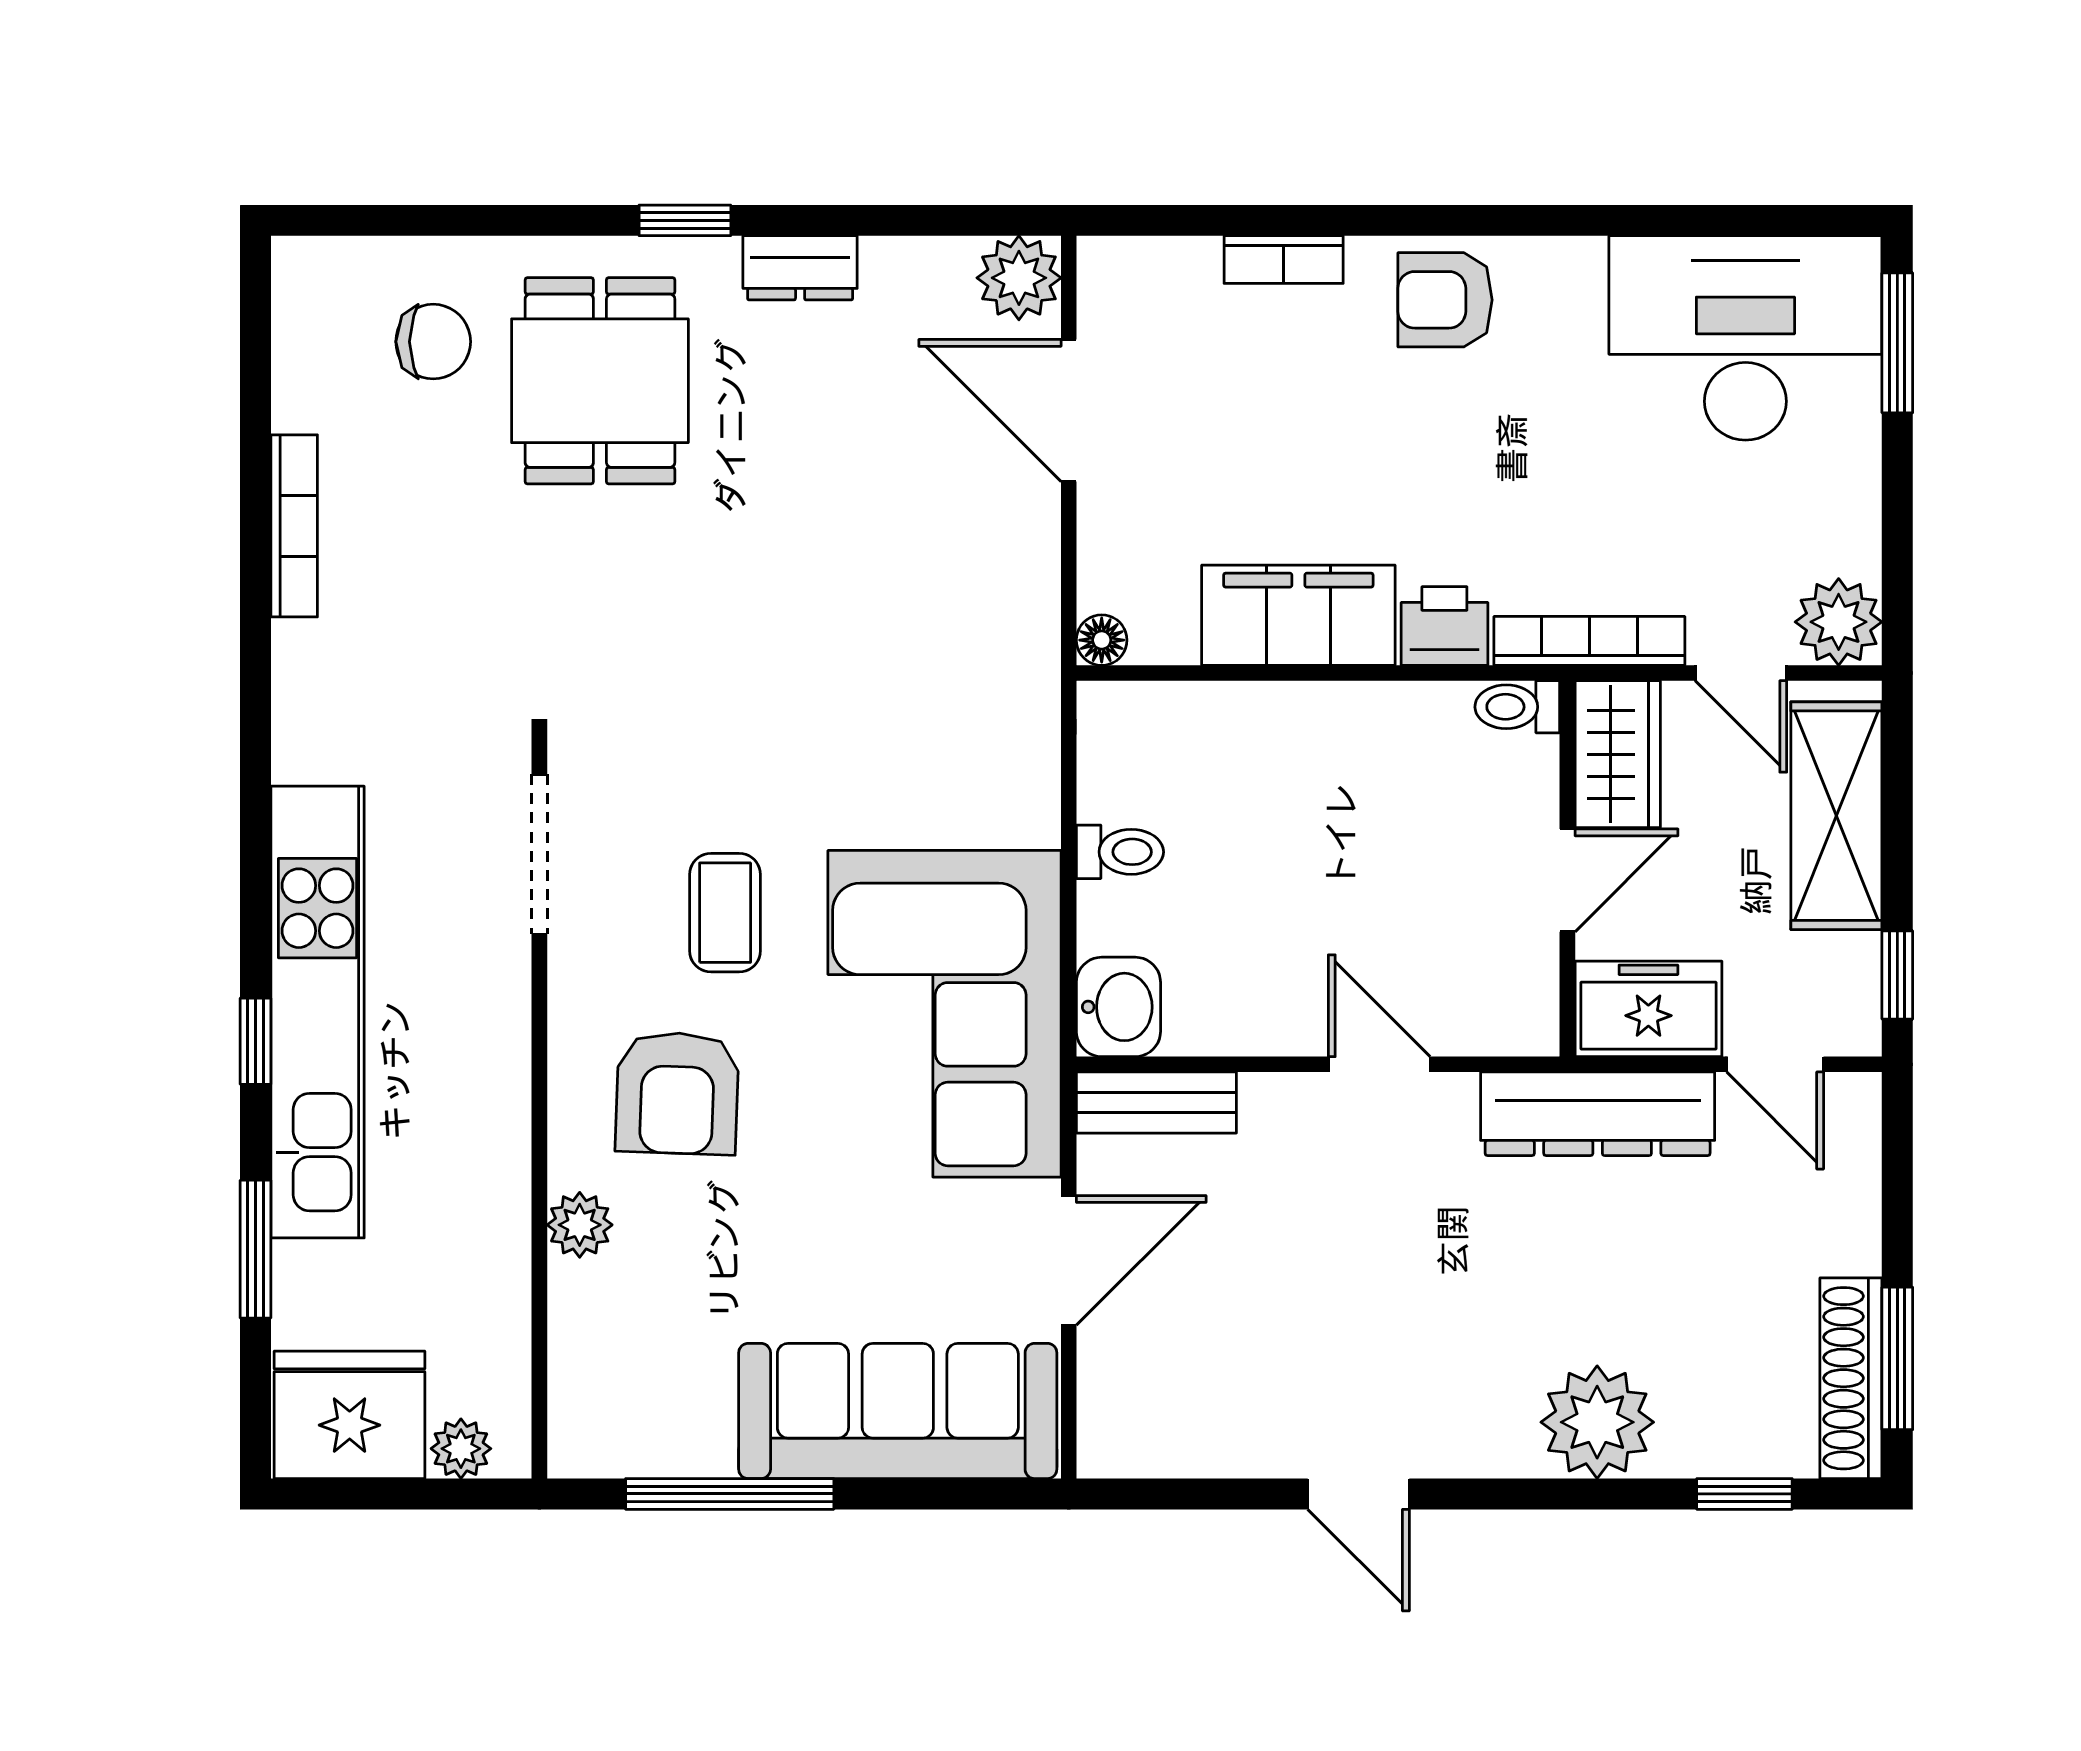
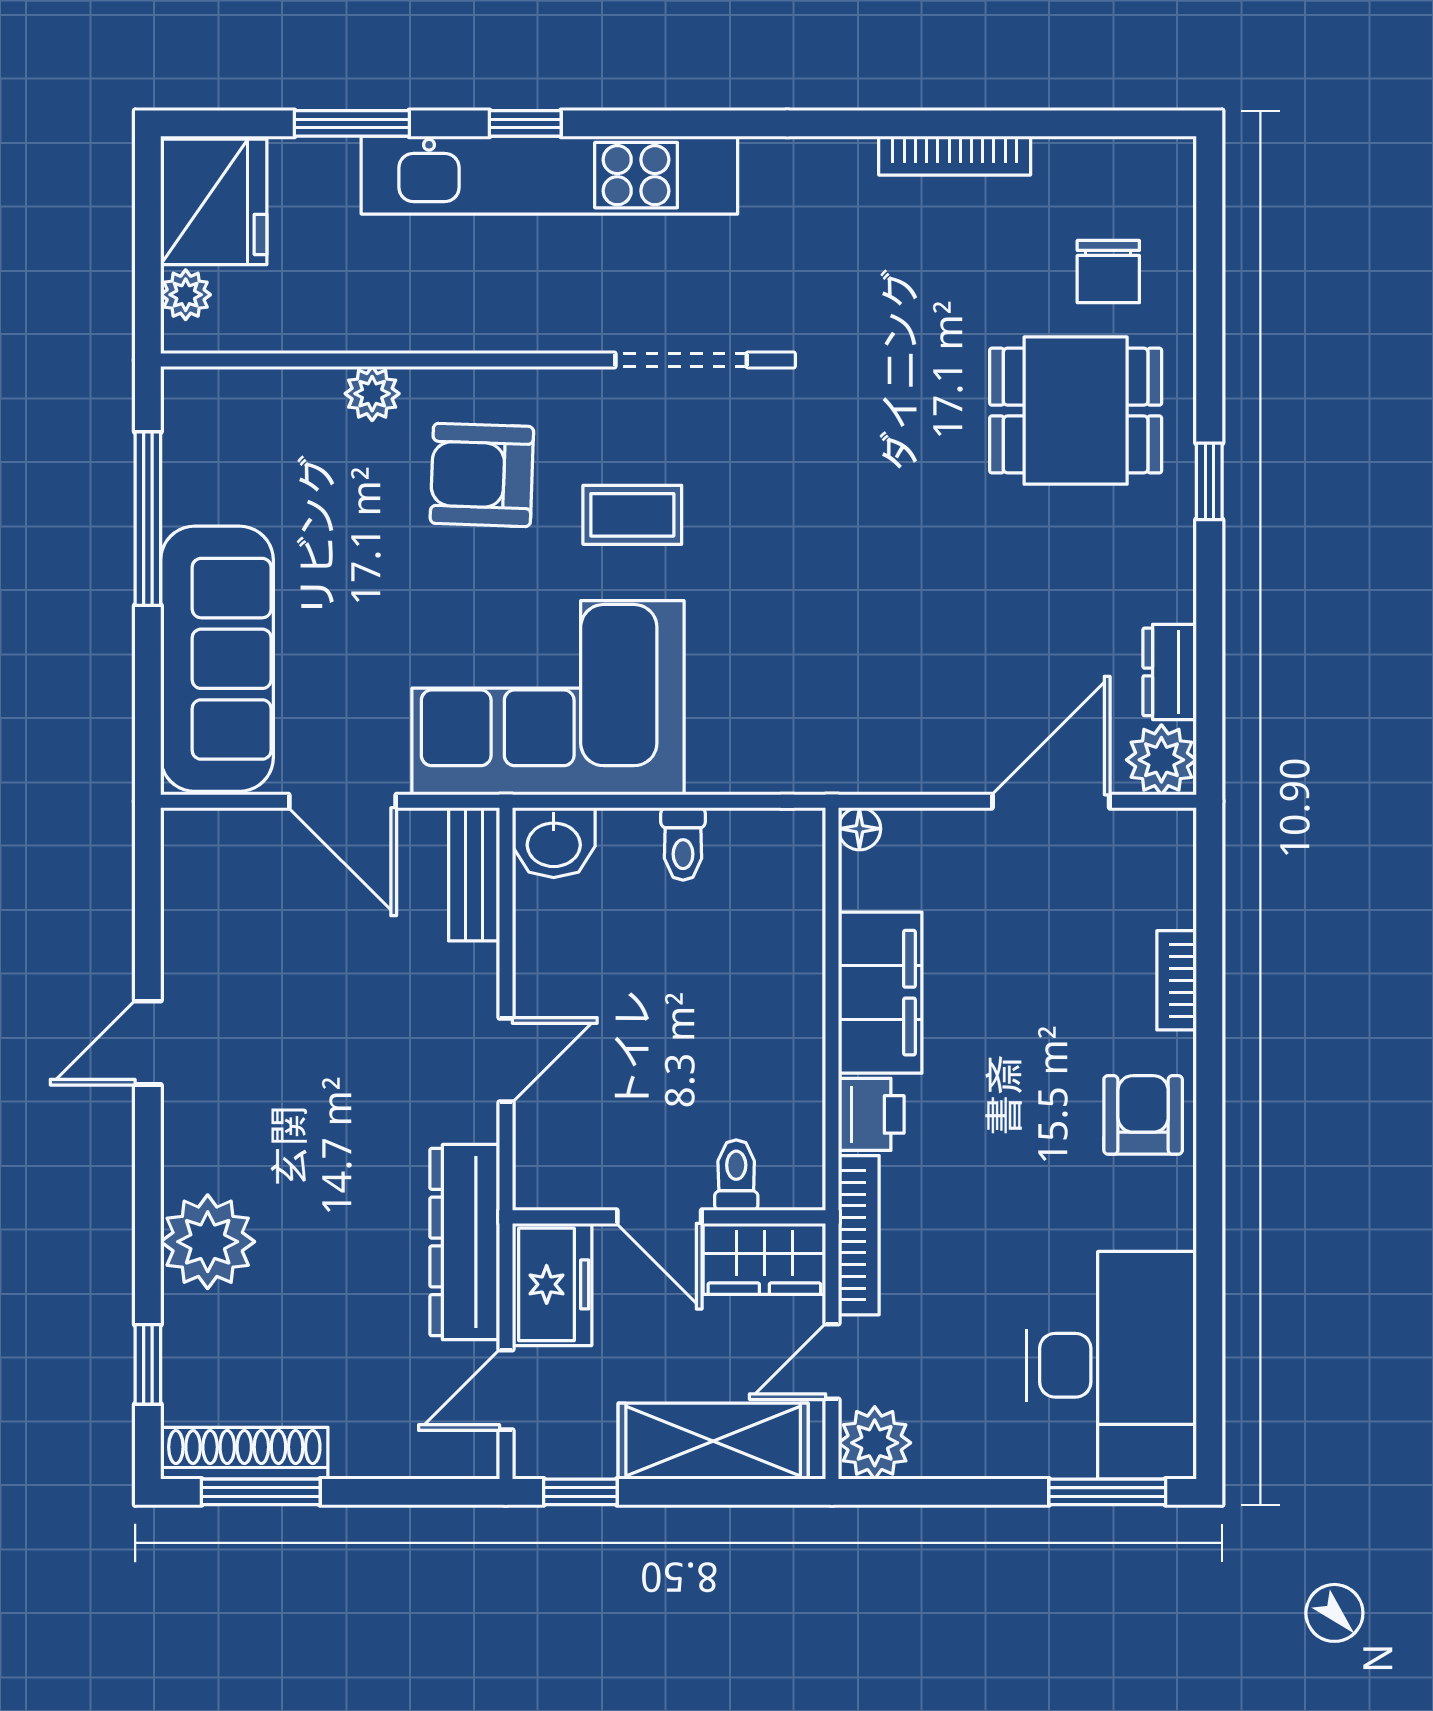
dresser: (800, 268) -> (1170, 672), moved
toilet: (1517, 707) -> (736, 1175), moved

